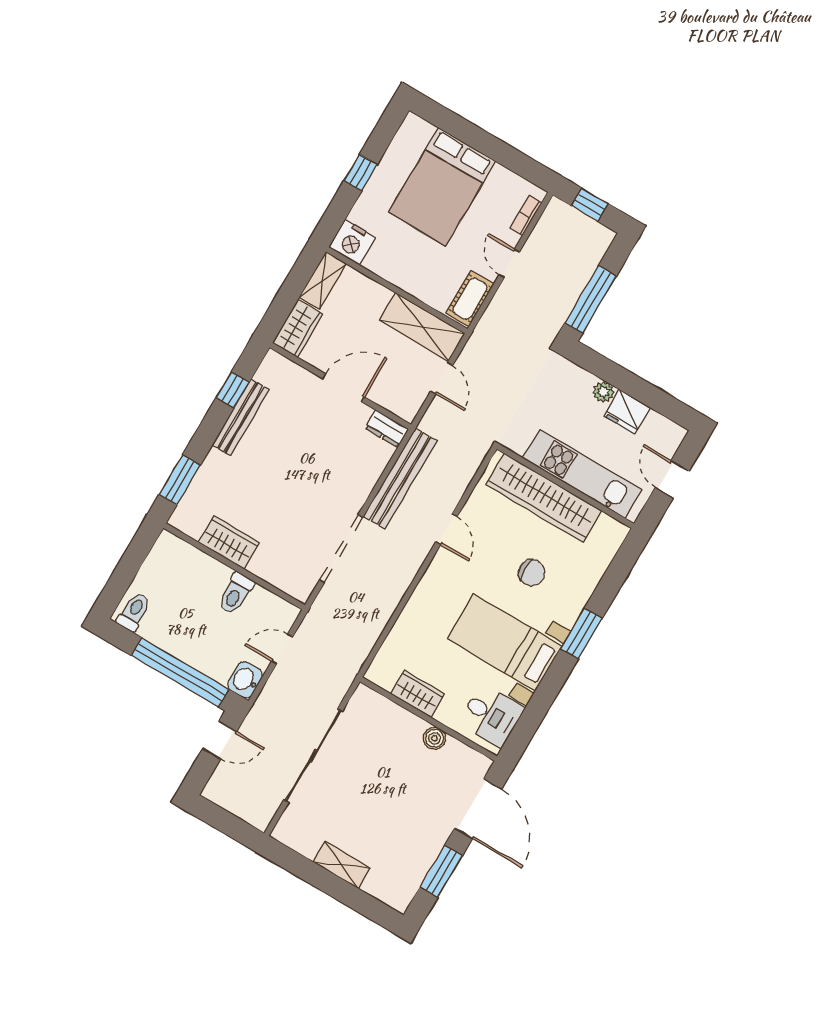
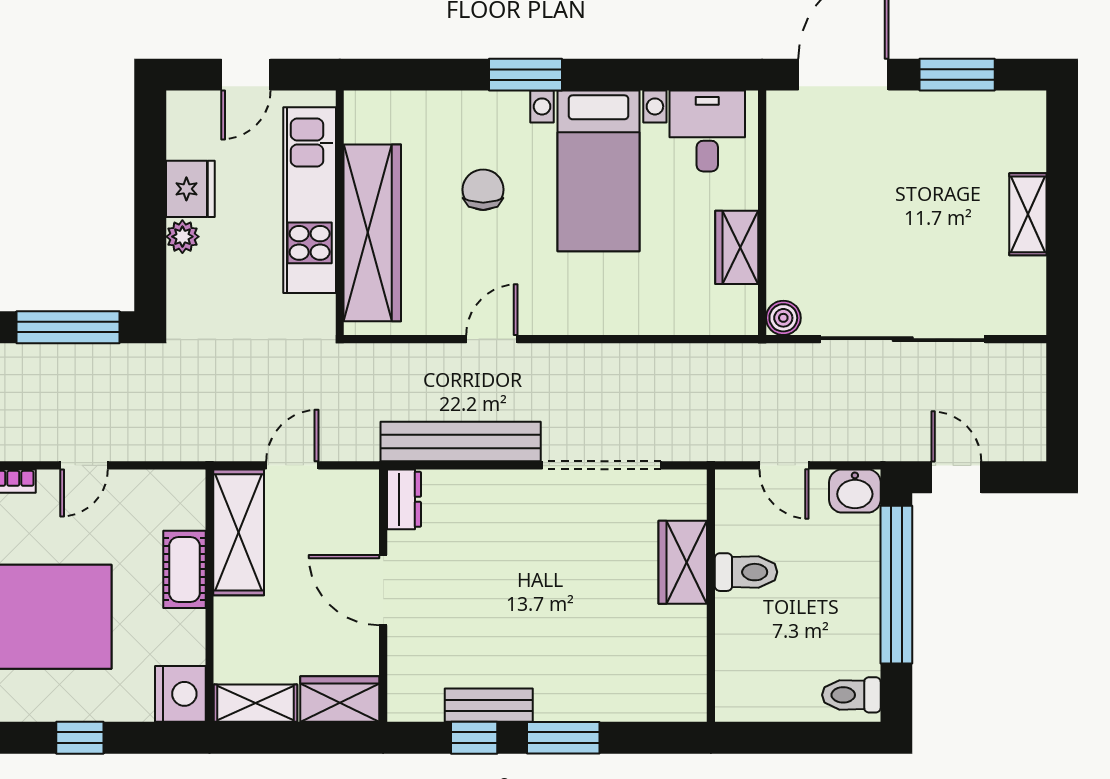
cot: (470, 299) -> (184, 569), moved, turned 90
bench: (241, 417) -> (489, 705), width x0.73
window: (180, 480) -> (563, 738), moved
wardrobe: (229, 542) -> (683, 562), moved
boiler: (434, 738) -> (783, 318), moved

